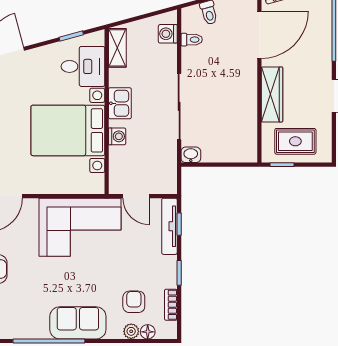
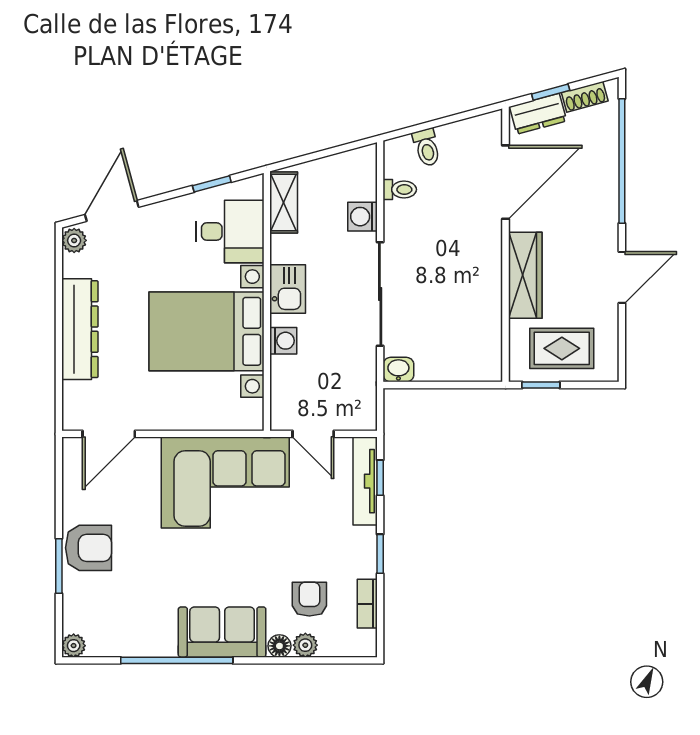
washing machine: (168, 34) -> (362, 217), moved
floor lamp: (148, 332) -> (279, 646), moved

